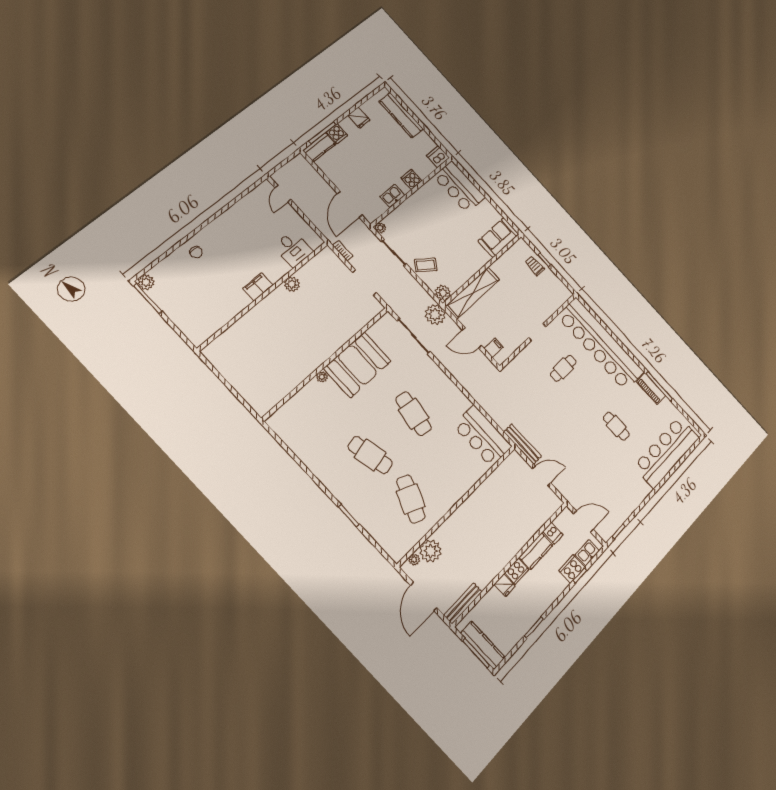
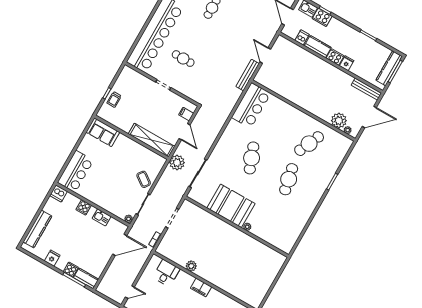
plant: (443, 293) -> (159, 161), removed
cafe table: (414, 414) -> (252, 158), turned -30

